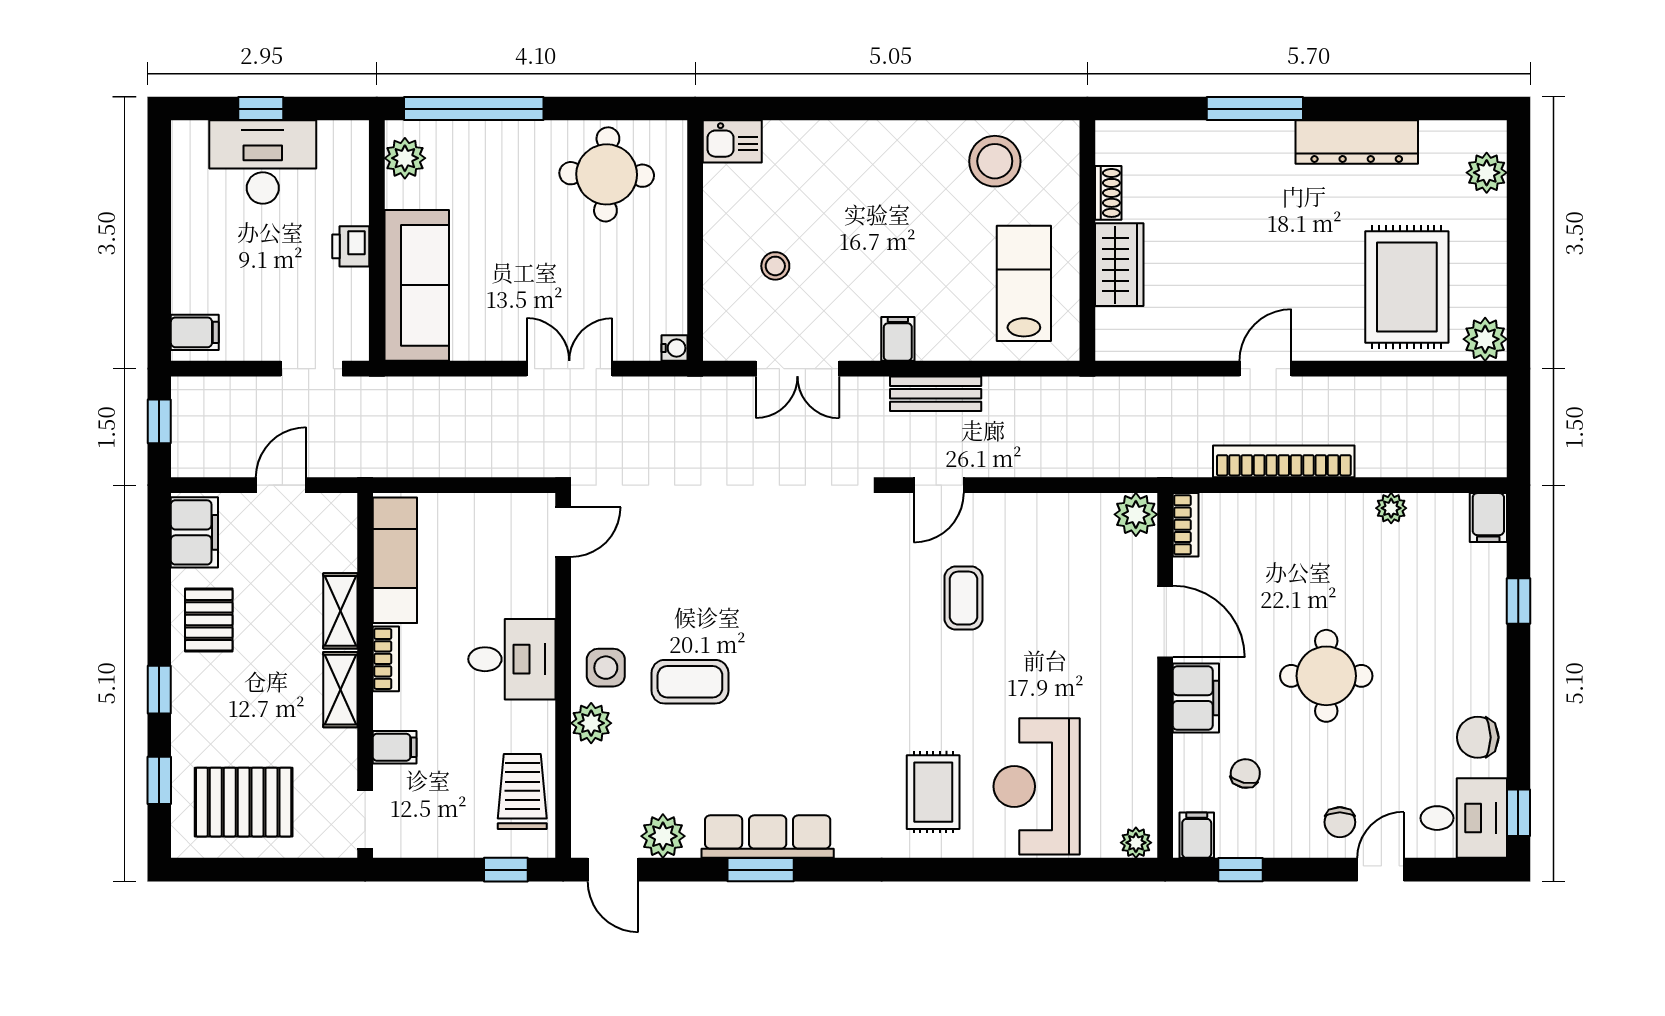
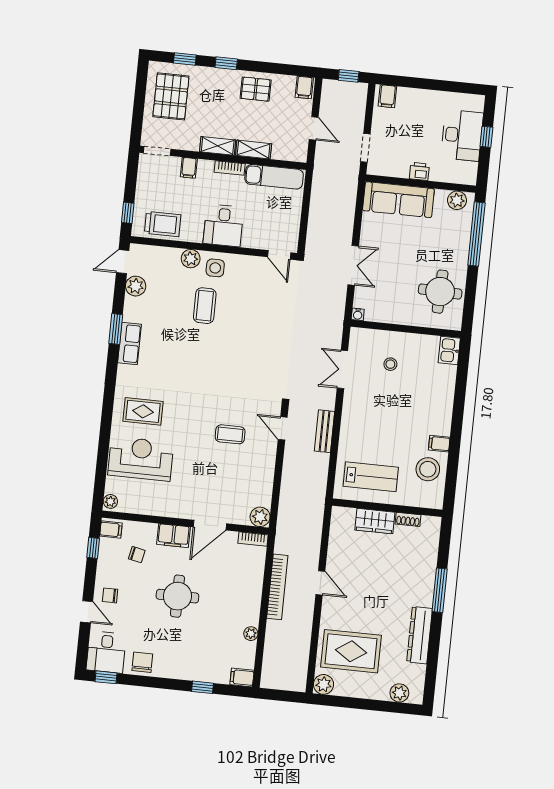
filing cabinet: (898, 339) -> (439, 444), moved, turned 180
filing cabinet: (194, 532) -> (304, 87), width x0.50
row of seats: (768, 837) -> (129, 343), width x0.68

